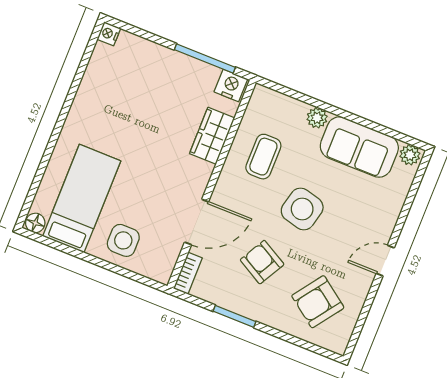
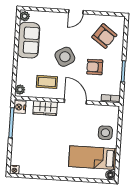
plant: (317, 118) -> (20, 90), moved
side table: (302, 209) -> (65, 57), turned 45
door: (197, 222) -> (75, 102), moved
door: (385, 261) -> (76, 12), hinge flipped
armchair: (262, 262) -> (95, 67), turned 61

